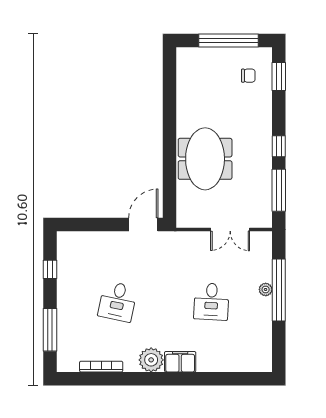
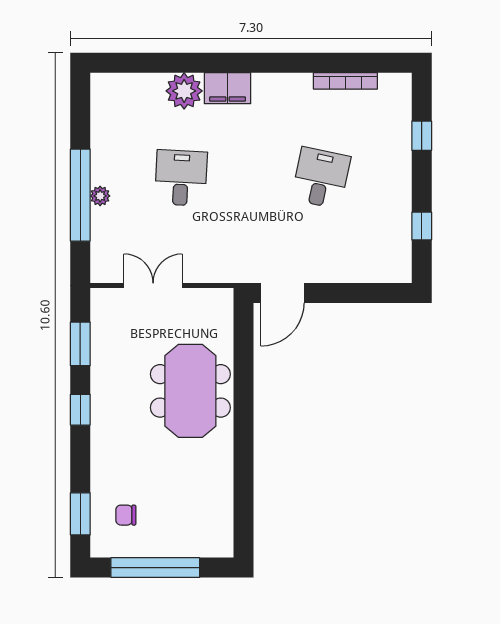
window: (279, 190) -> (80, 344), width x0.69
window: (50, 330) -> (422, 136), width x0.46
plant: (151, 360) -> (184, 91), moved

